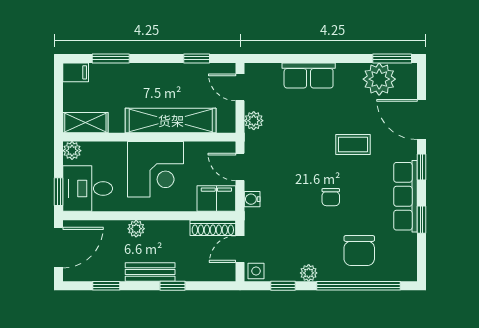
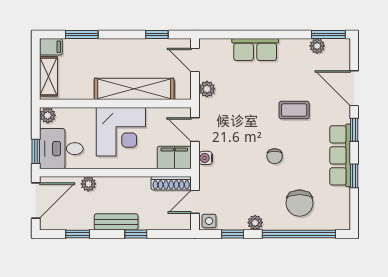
plant: (379, 79) -> (317, 46), width x0.53, depth x0.53
shelving: (85, 123) -> (49, 76), moved, turned 90
plant: (136, 229) -> (88, 184), moved

